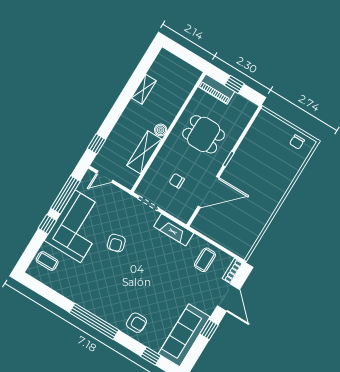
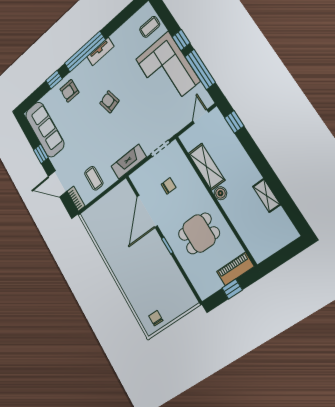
armchair: (116, 243) -> (109, 102), moved
tv unit: (88, 304) -> (100, 51), added
window: (151, 356) -> (54, 80), moved

